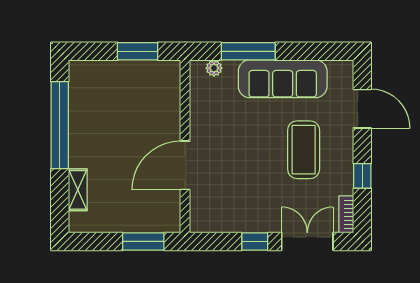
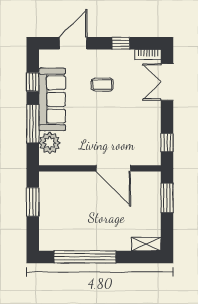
window: (307, 51) -> (33, 82), added
plant: (214, 68) -> (50, 143), width x1.87, depth x1.87
coffee table: (304, 150) -> (102, 85), width x0.54, depth x0.58
shelving: (78, 190) -> (146, 244), moved
window: (255, 241) -> (167, 143), moved

